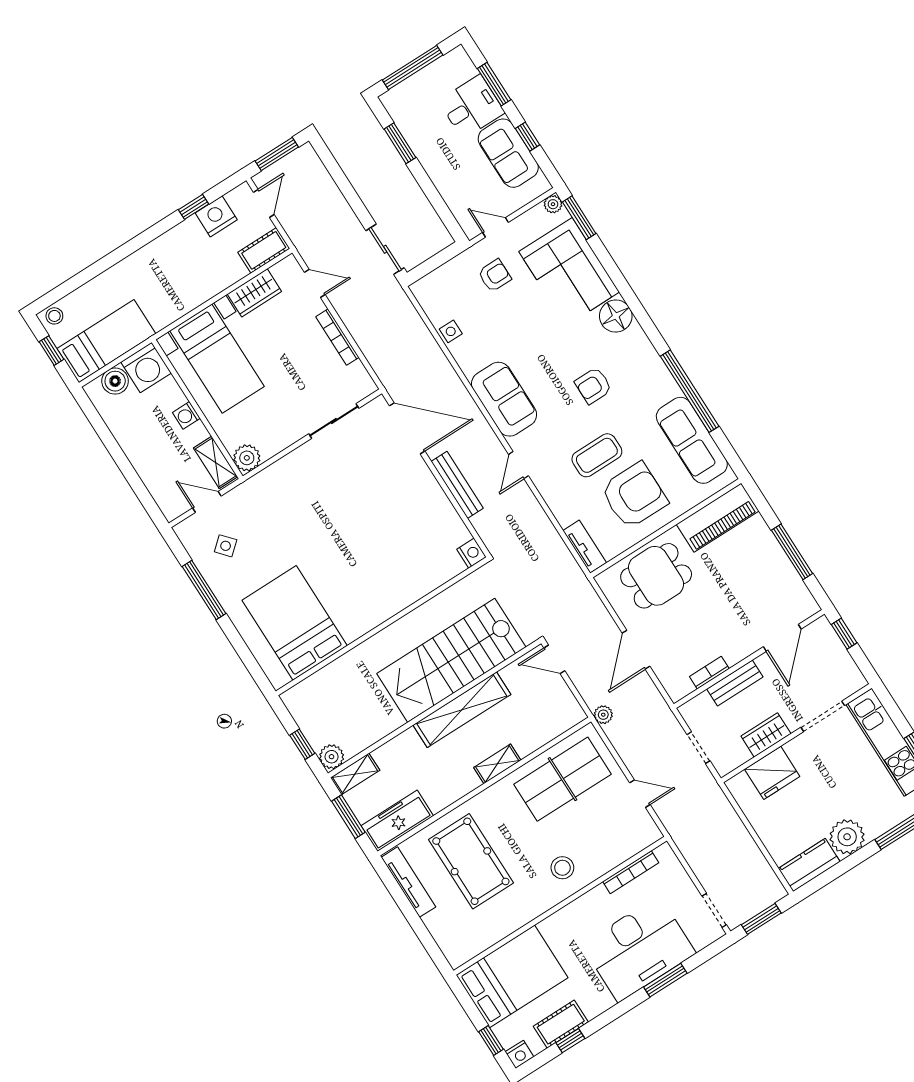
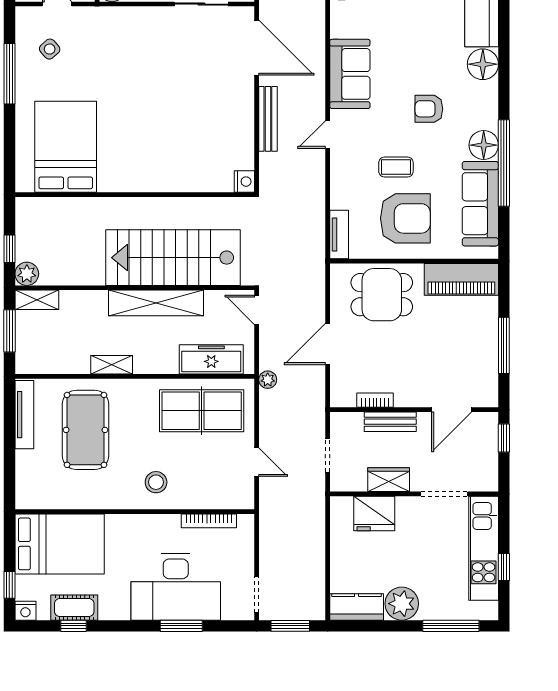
floor lamp: (662, 387) -> (484, 145), added
coffee table: (597, 455) -> (396, 167), width x0.73, depth x0.77
shelving: (497, 764) -> (112, 365), moved
freezer: (397, 821) -> (211, 359), moved

